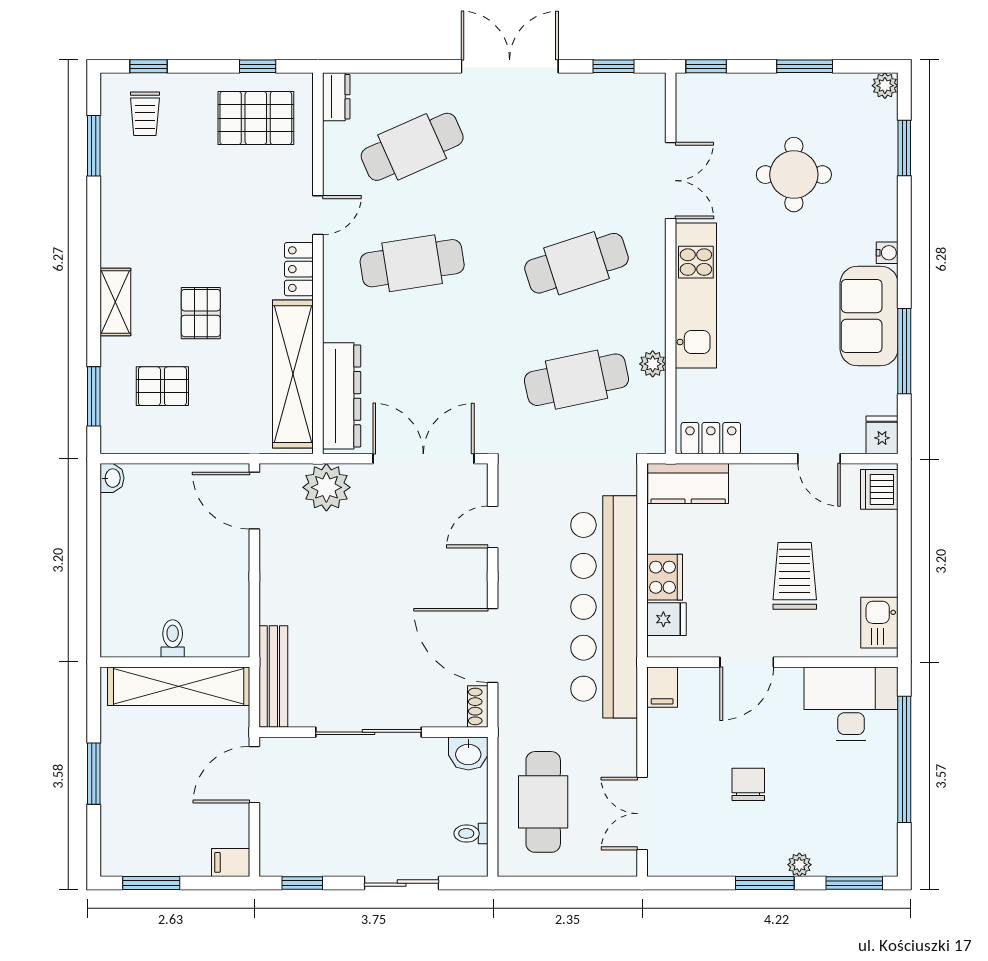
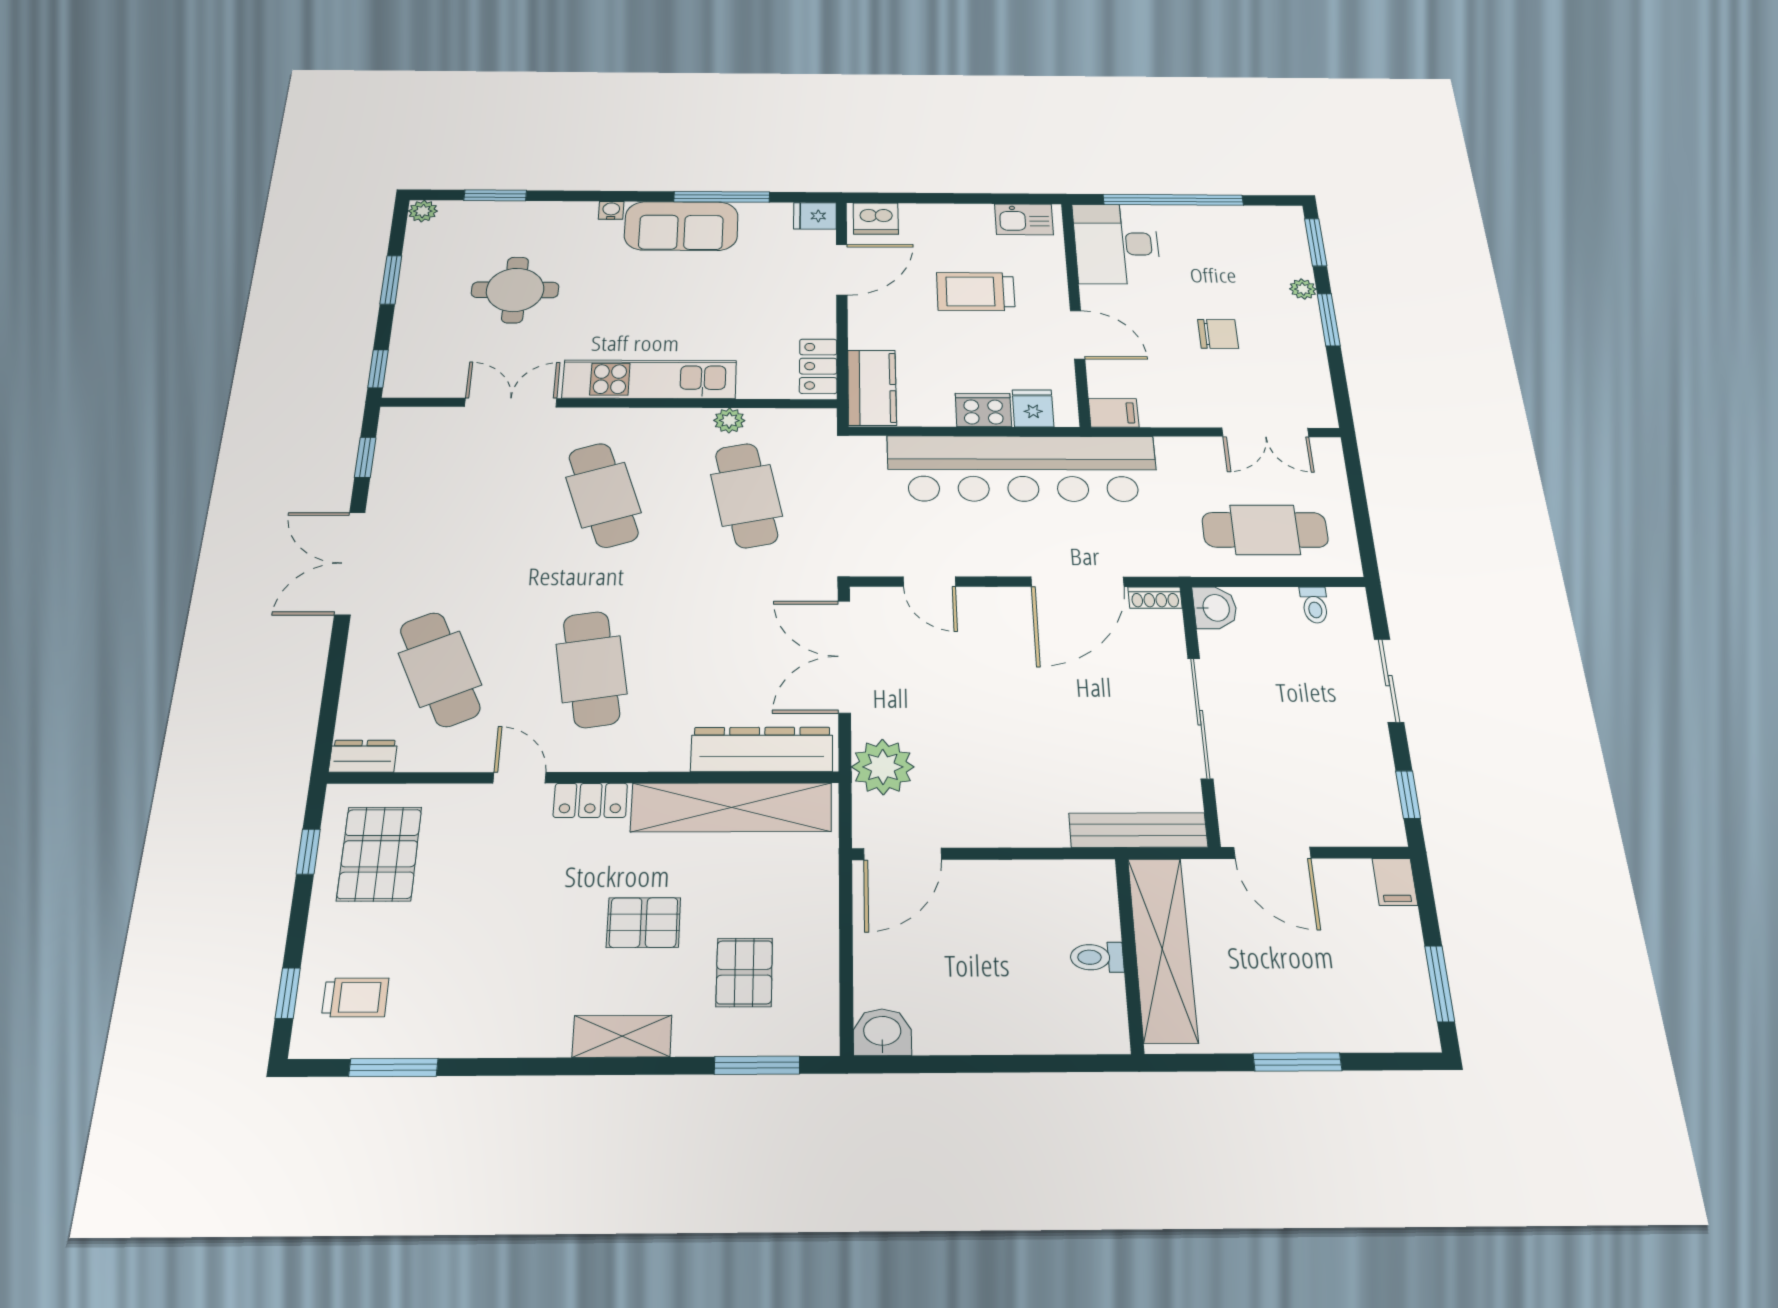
door: (819, 459) -> (842, 270), width x1.38
washbasin: (112, 478) -> (882, 1032), width x1.38, depth x1.45
chair: (748, 784) -> (1218, 334), turned 180

